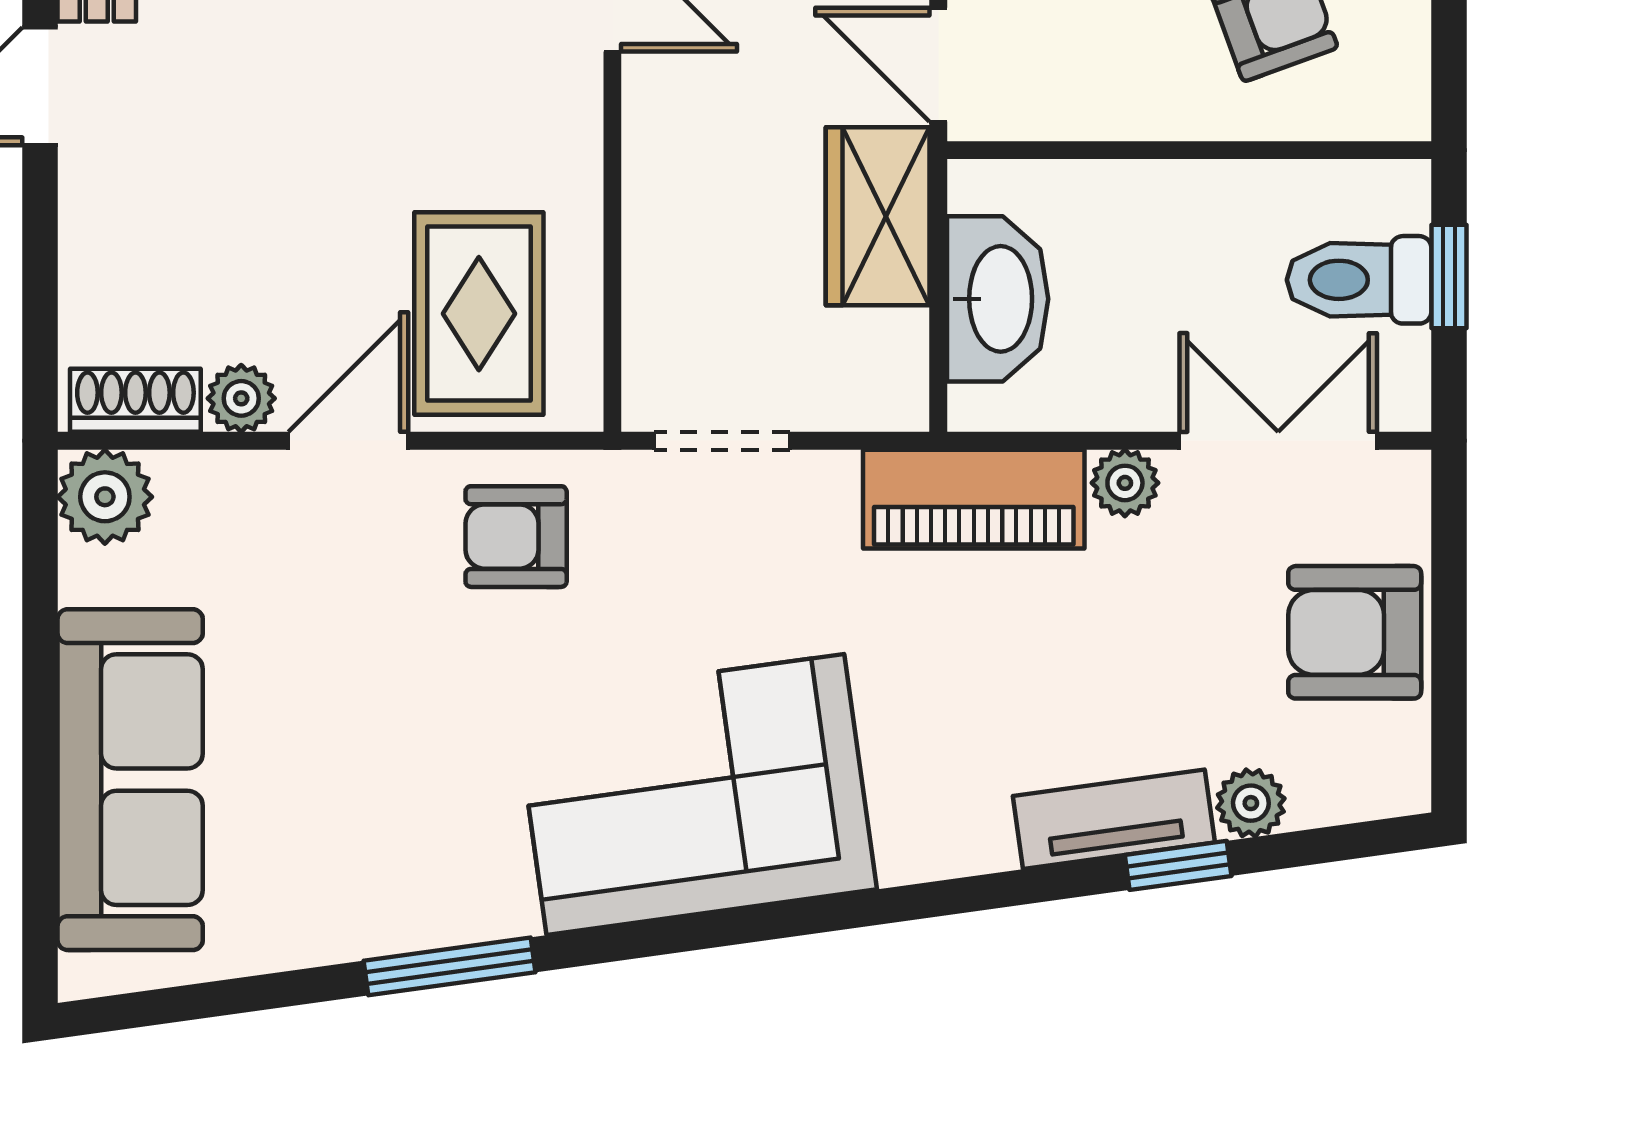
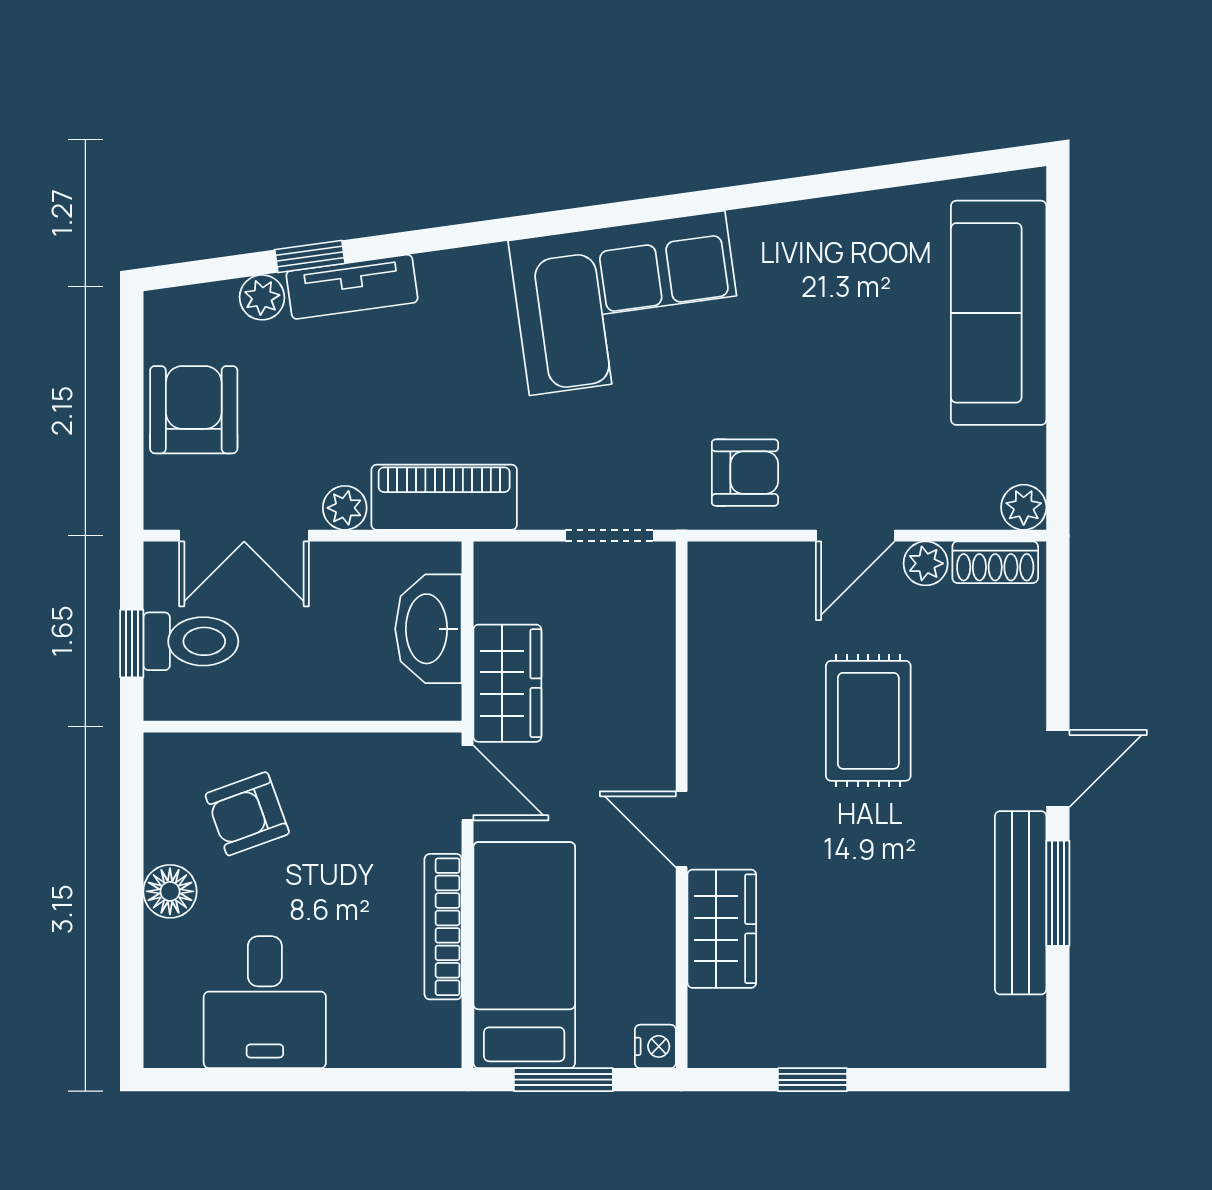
rug: (479, 314) -> (868, 721), moved
plant: (105, 497) -> (1024, 507), width x0.73, depth x0.73
armchair: (1355, 632) -> (194, 410), turned -90
window: (449, 966) -> (789, 190), removed

